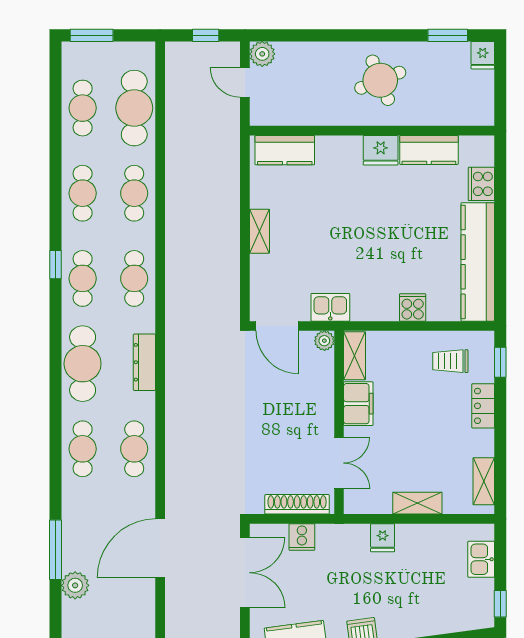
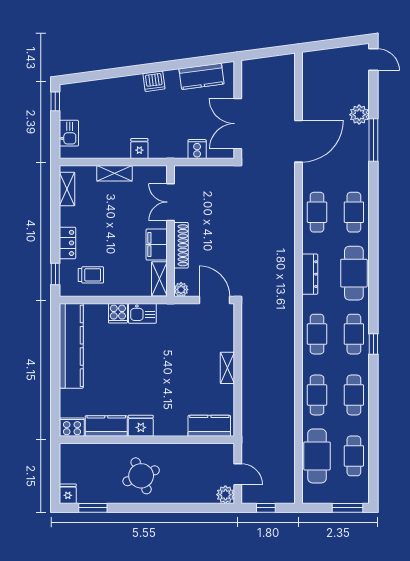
cooker: (481, 184) -> (72, 427), moved, turned -90
kitchen sink: (330, 307) -> (142, 313), moved
shoe rack: (297, 504) -> (181, 245), moved, turned -90

